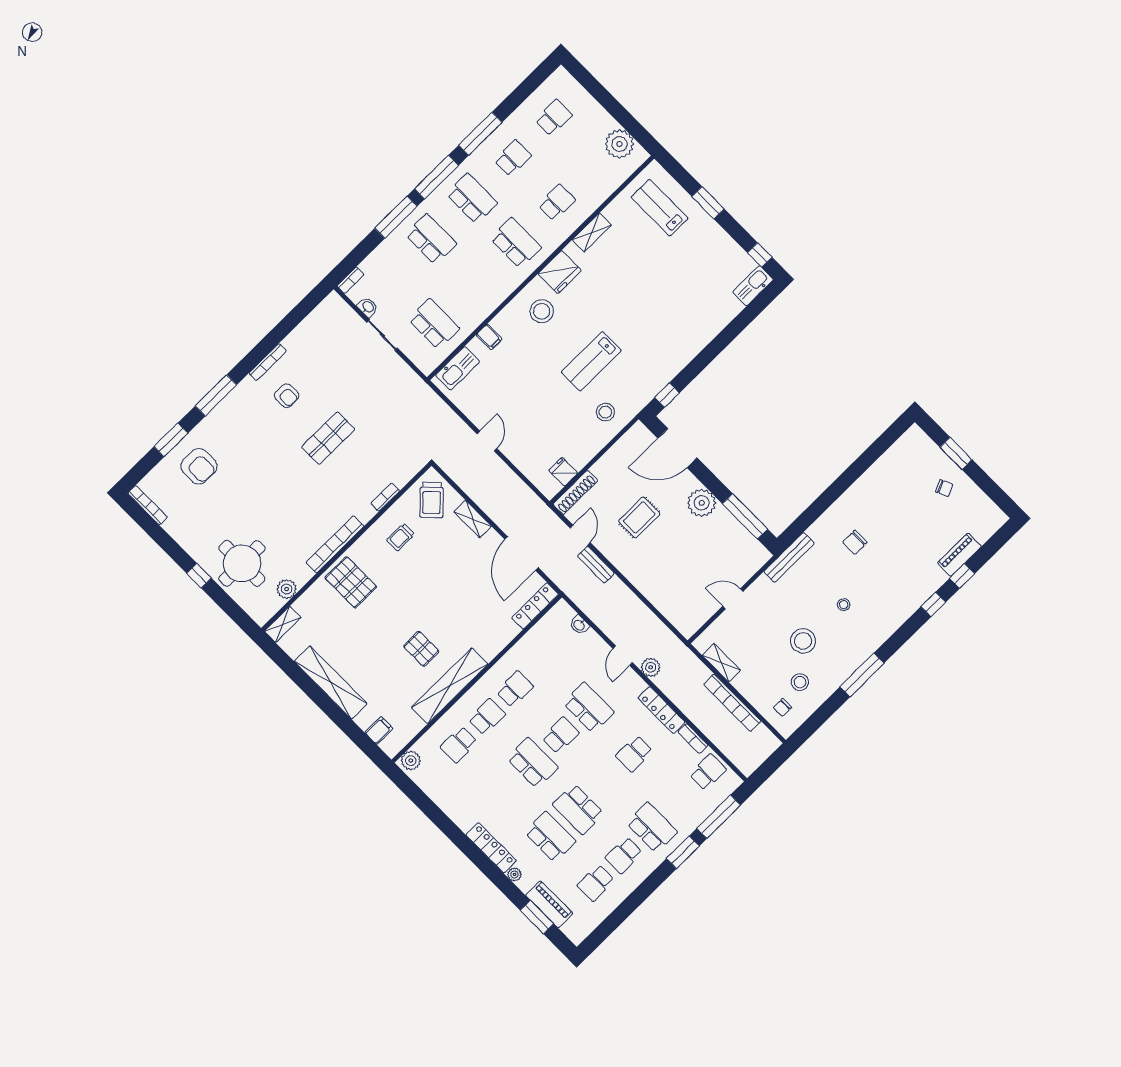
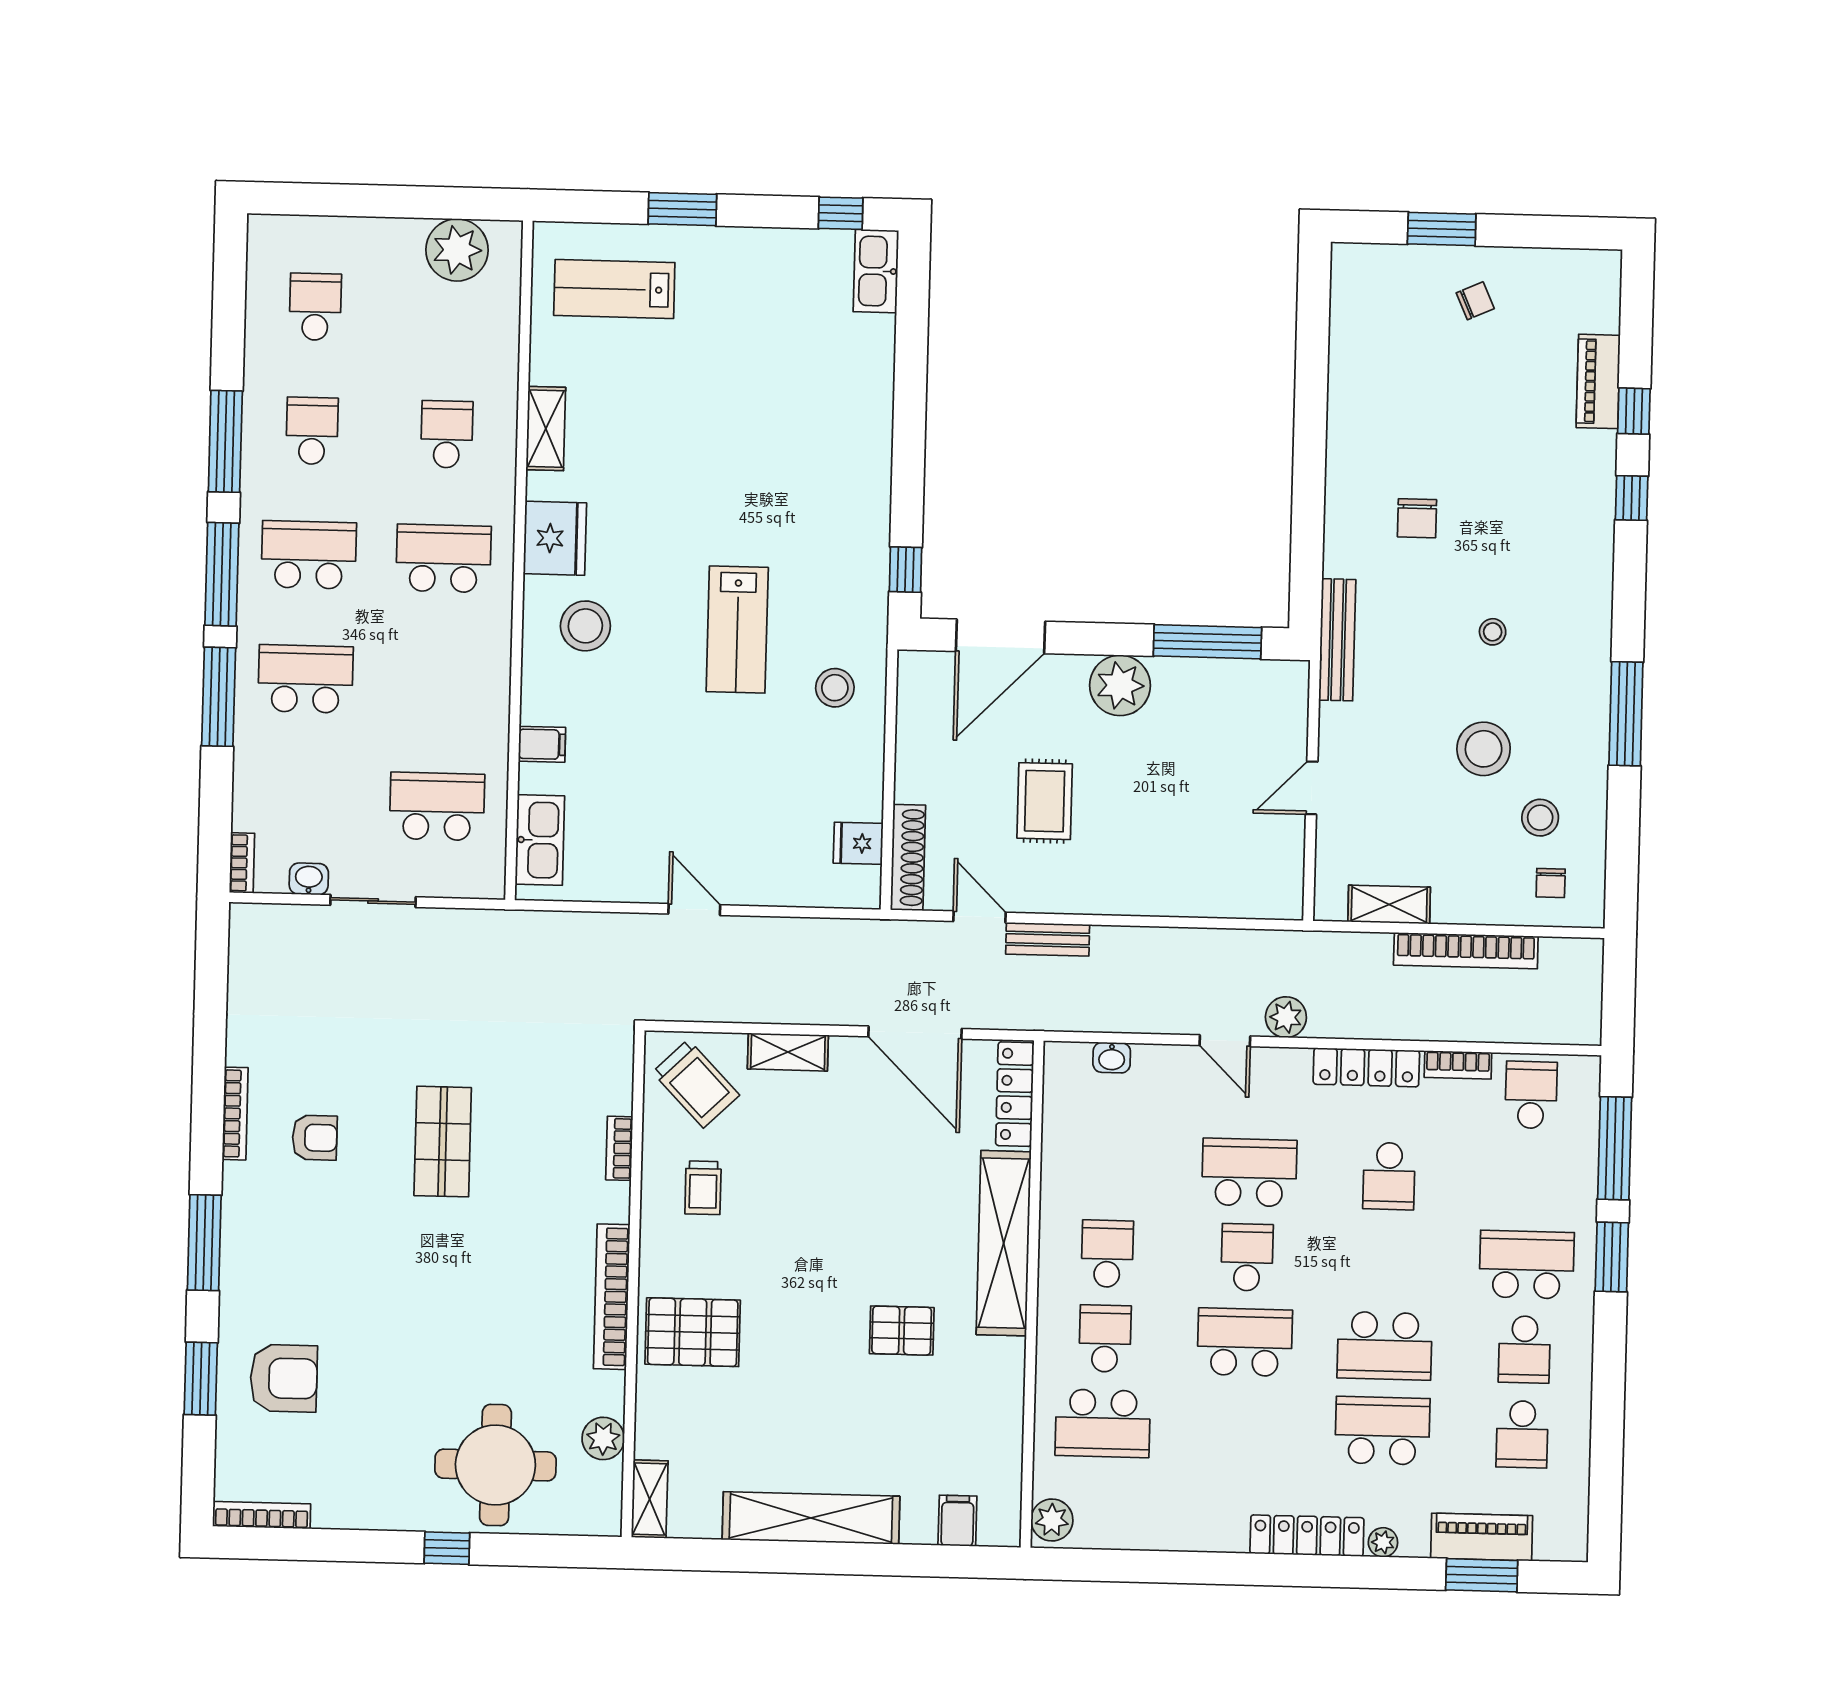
shelving: (450, 686) -> (1004, 1243), moved
school desk: (459, 745) -> (1103, 1423), width x1.85

